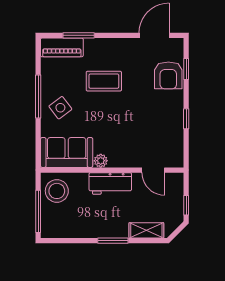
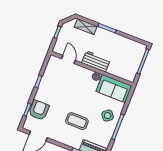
stool: (57, 191) -> (128, 69), removed

